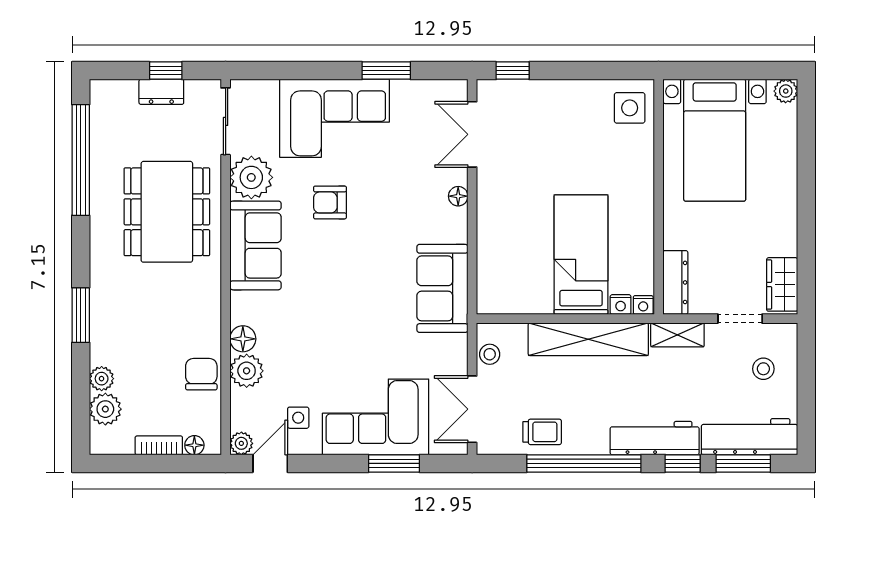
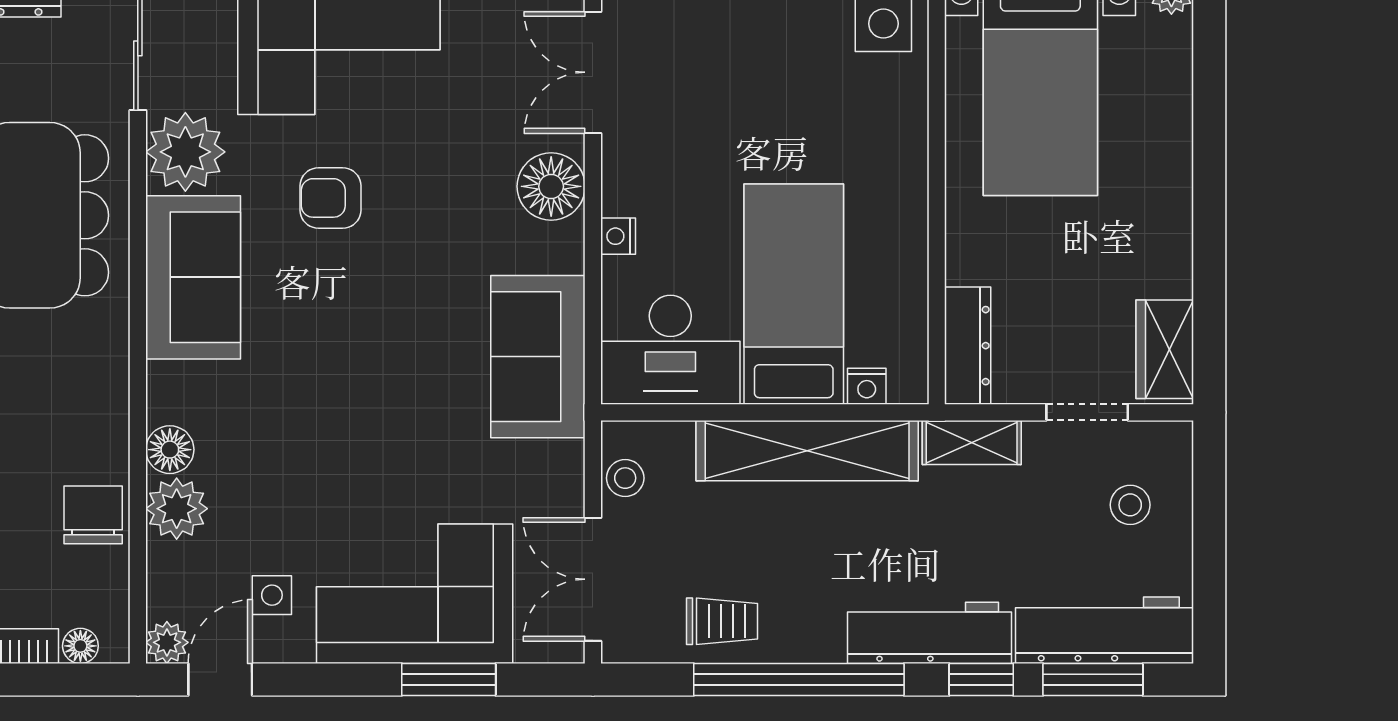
floor lamp: (458, 196) -> (551, 186), width x1.89, depth x1.89
desk: (514, 285) -> (670, 350), added
nightstand: (643, 305) -> (618, 236), moved, turned 90

